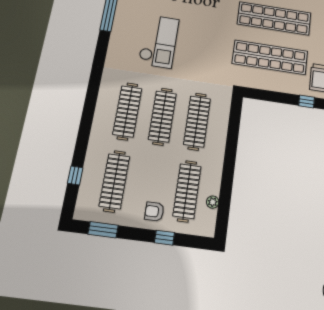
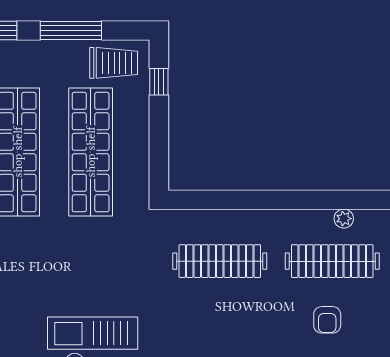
clothes rail: (162, 116) -> (220, 318), removed
armchair: (154, 212) -> (327, 320), moved

